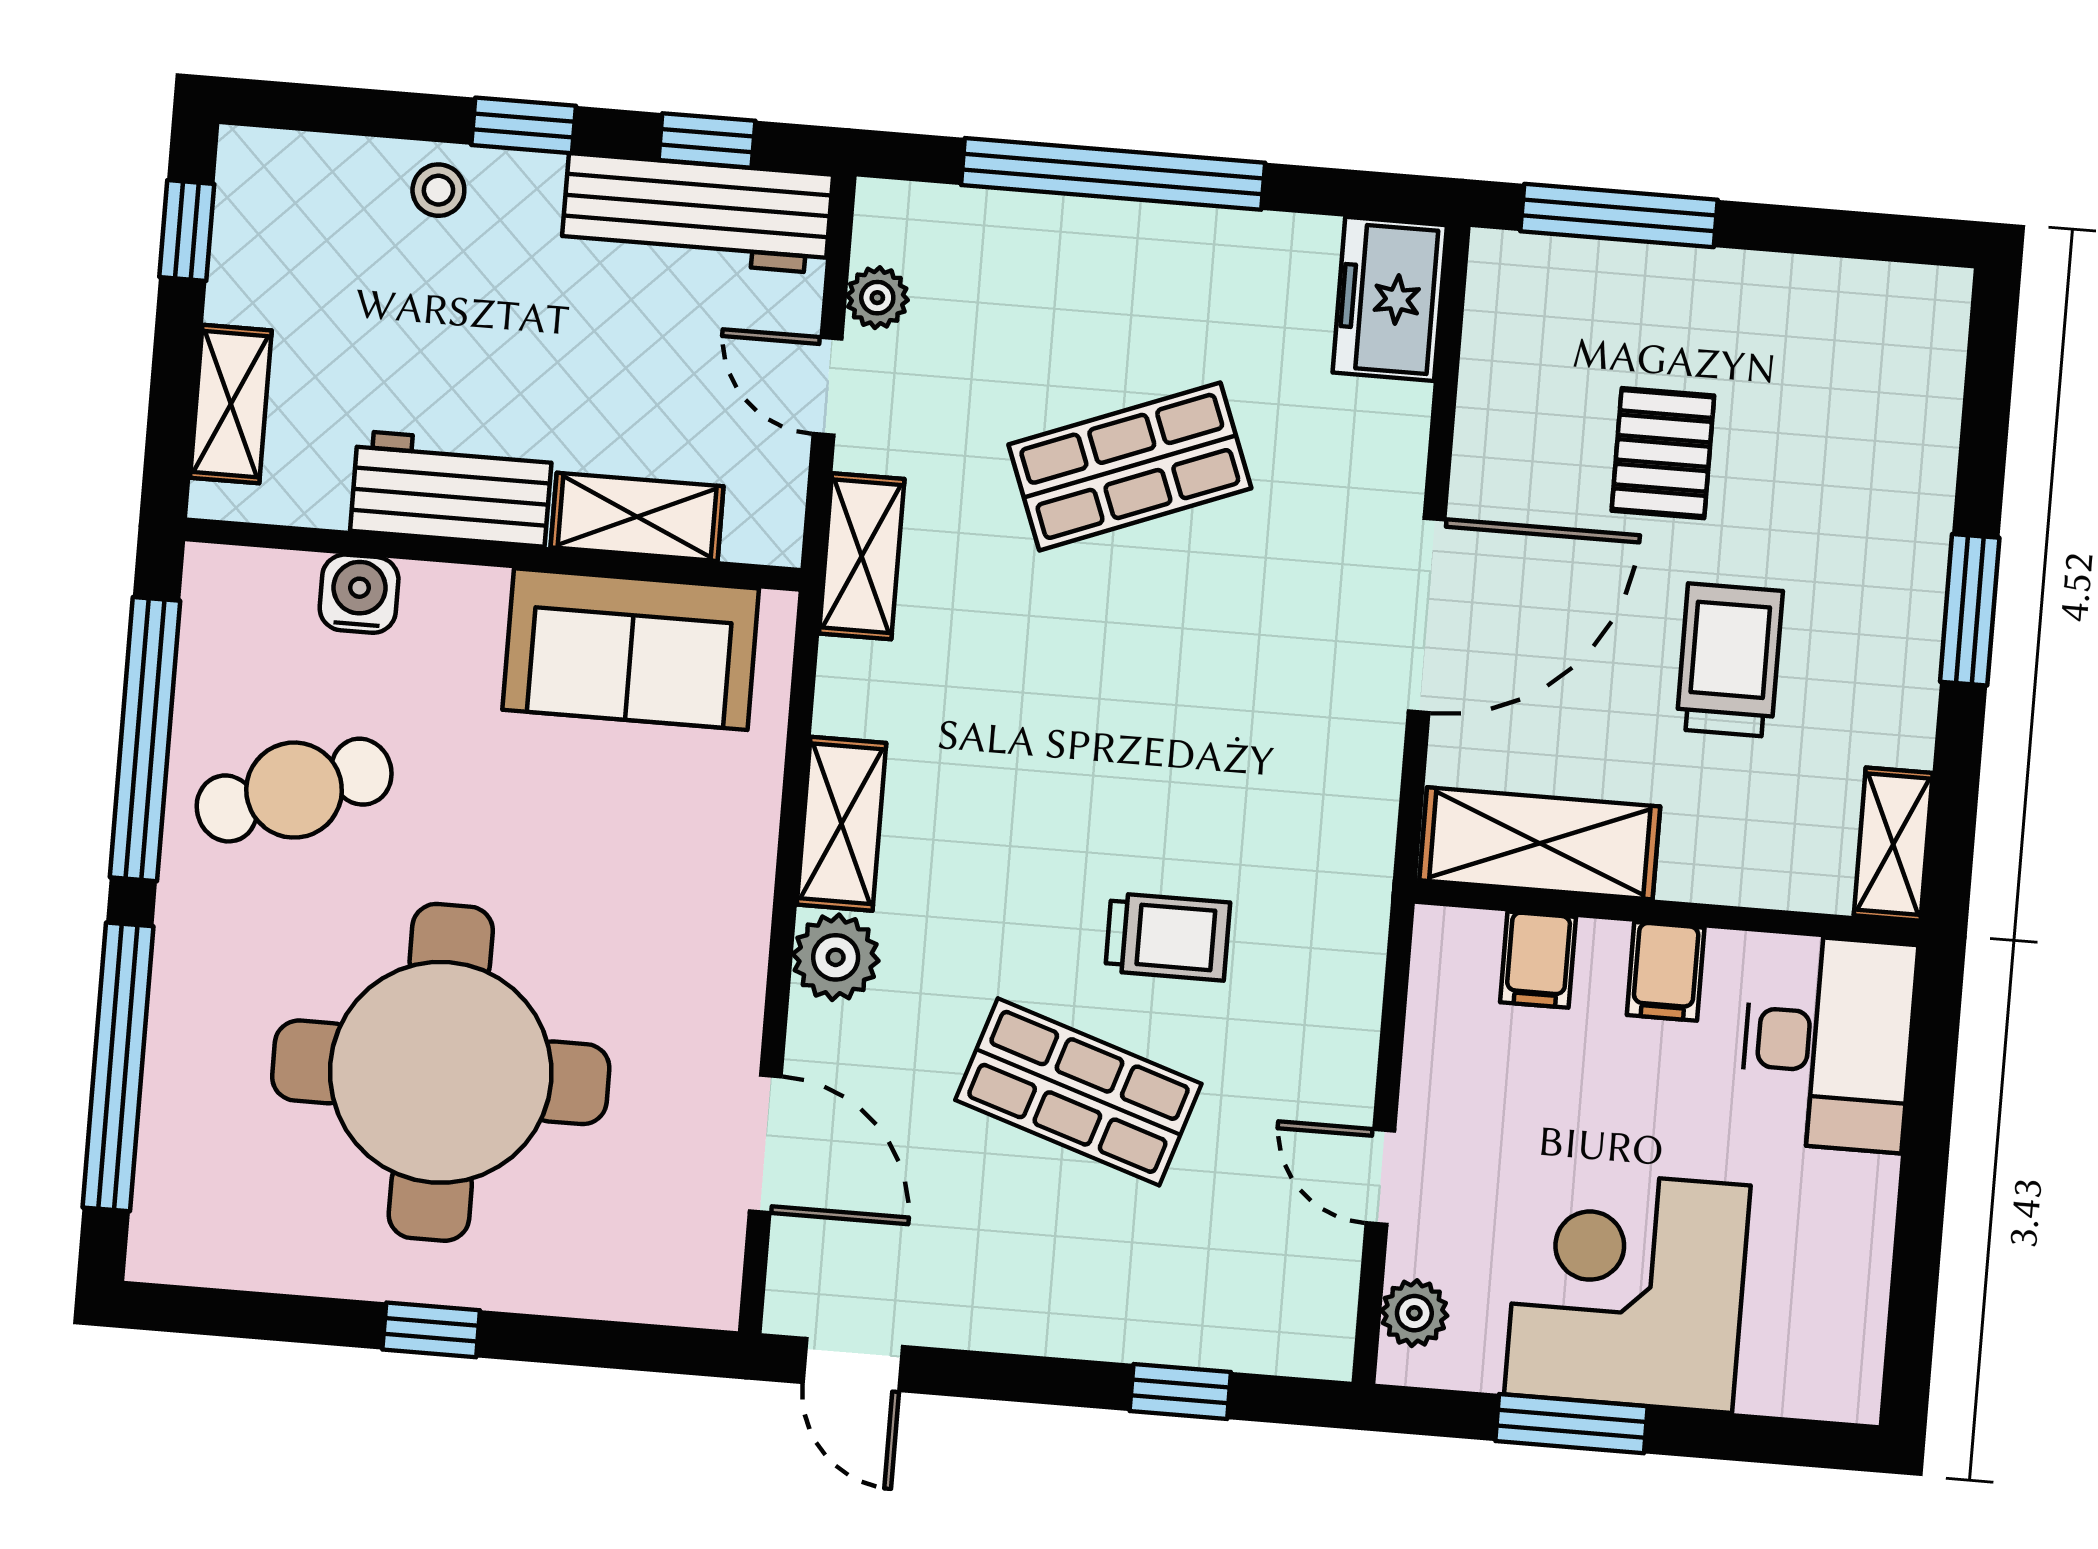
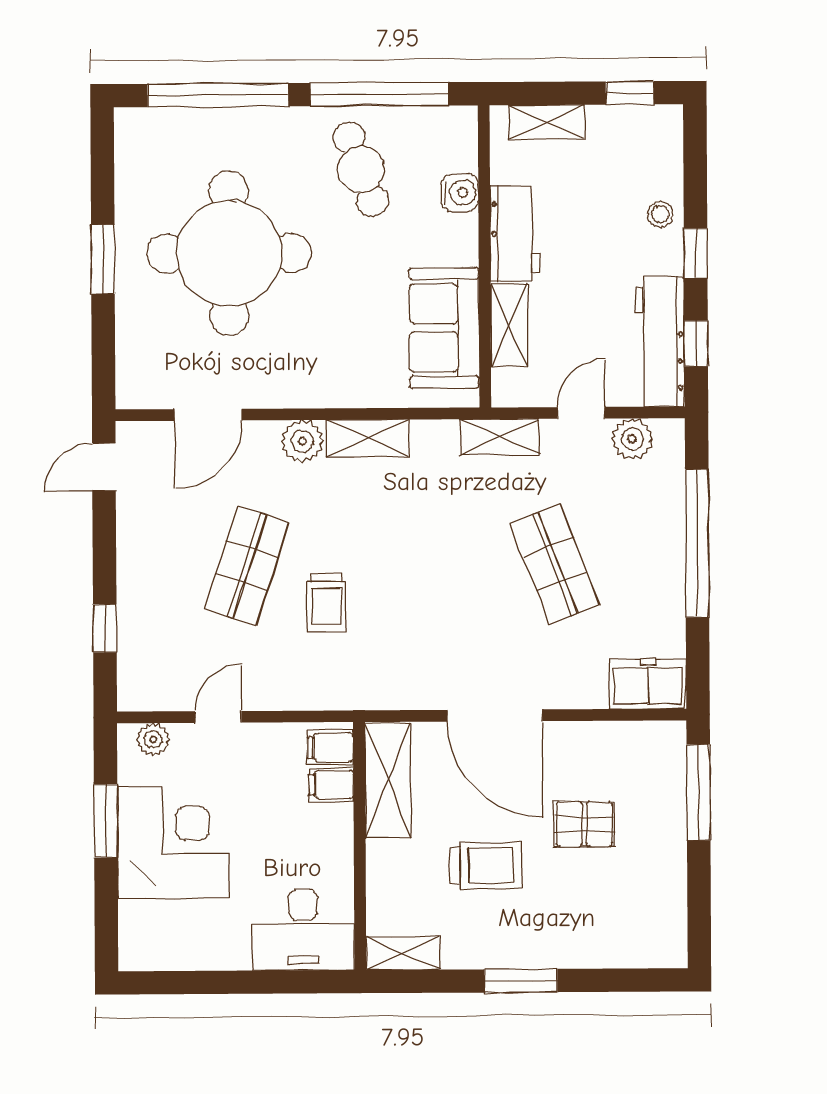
plant: (877, 298) -> (632, 439), width x1.38, depth x1.38
filing cabinet: (1666, 971) -> (330, 748), moved
window: (431, 1330) -> (103, 259), width x1.50

